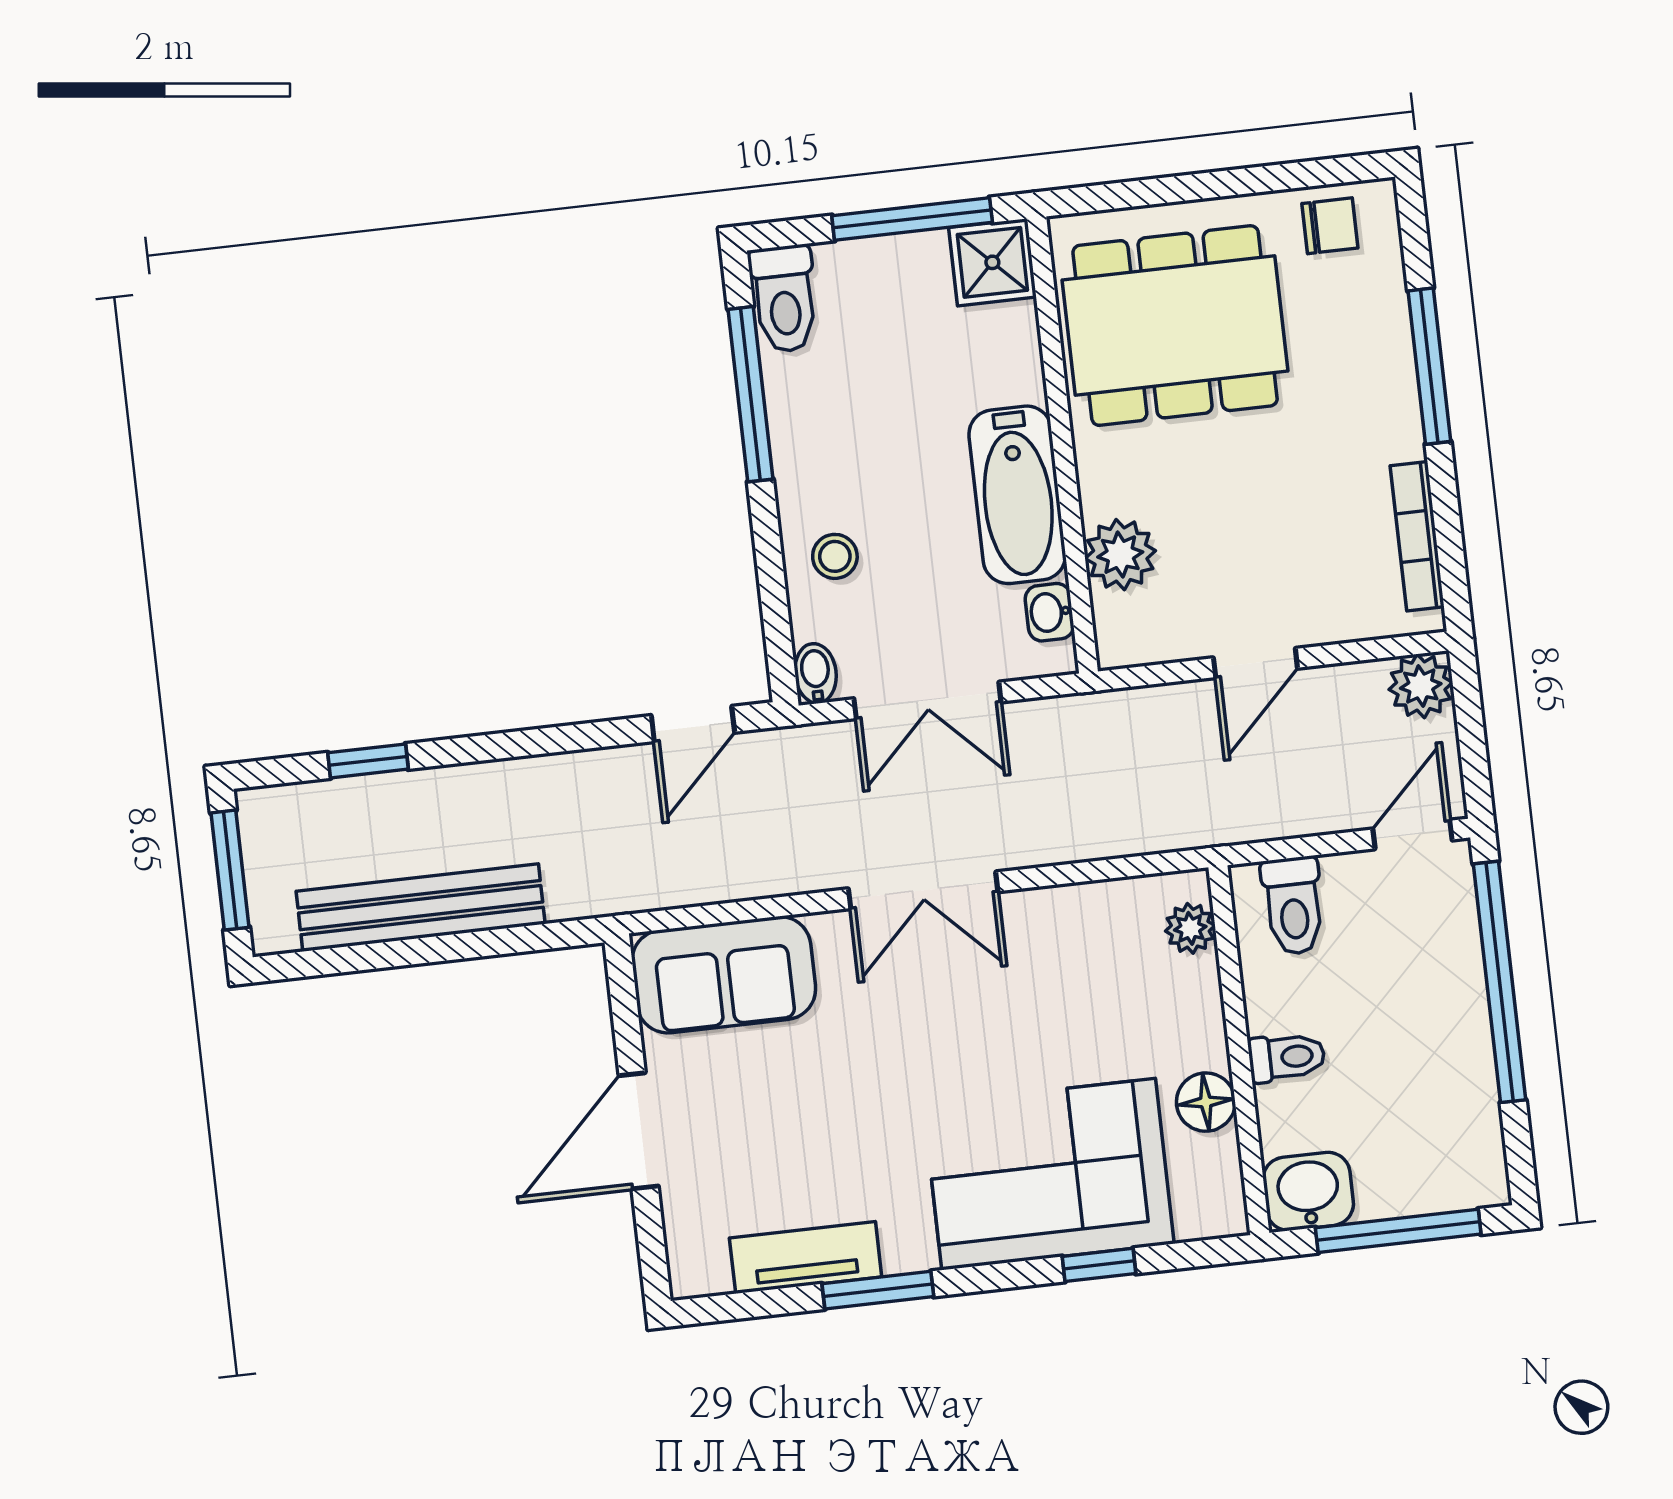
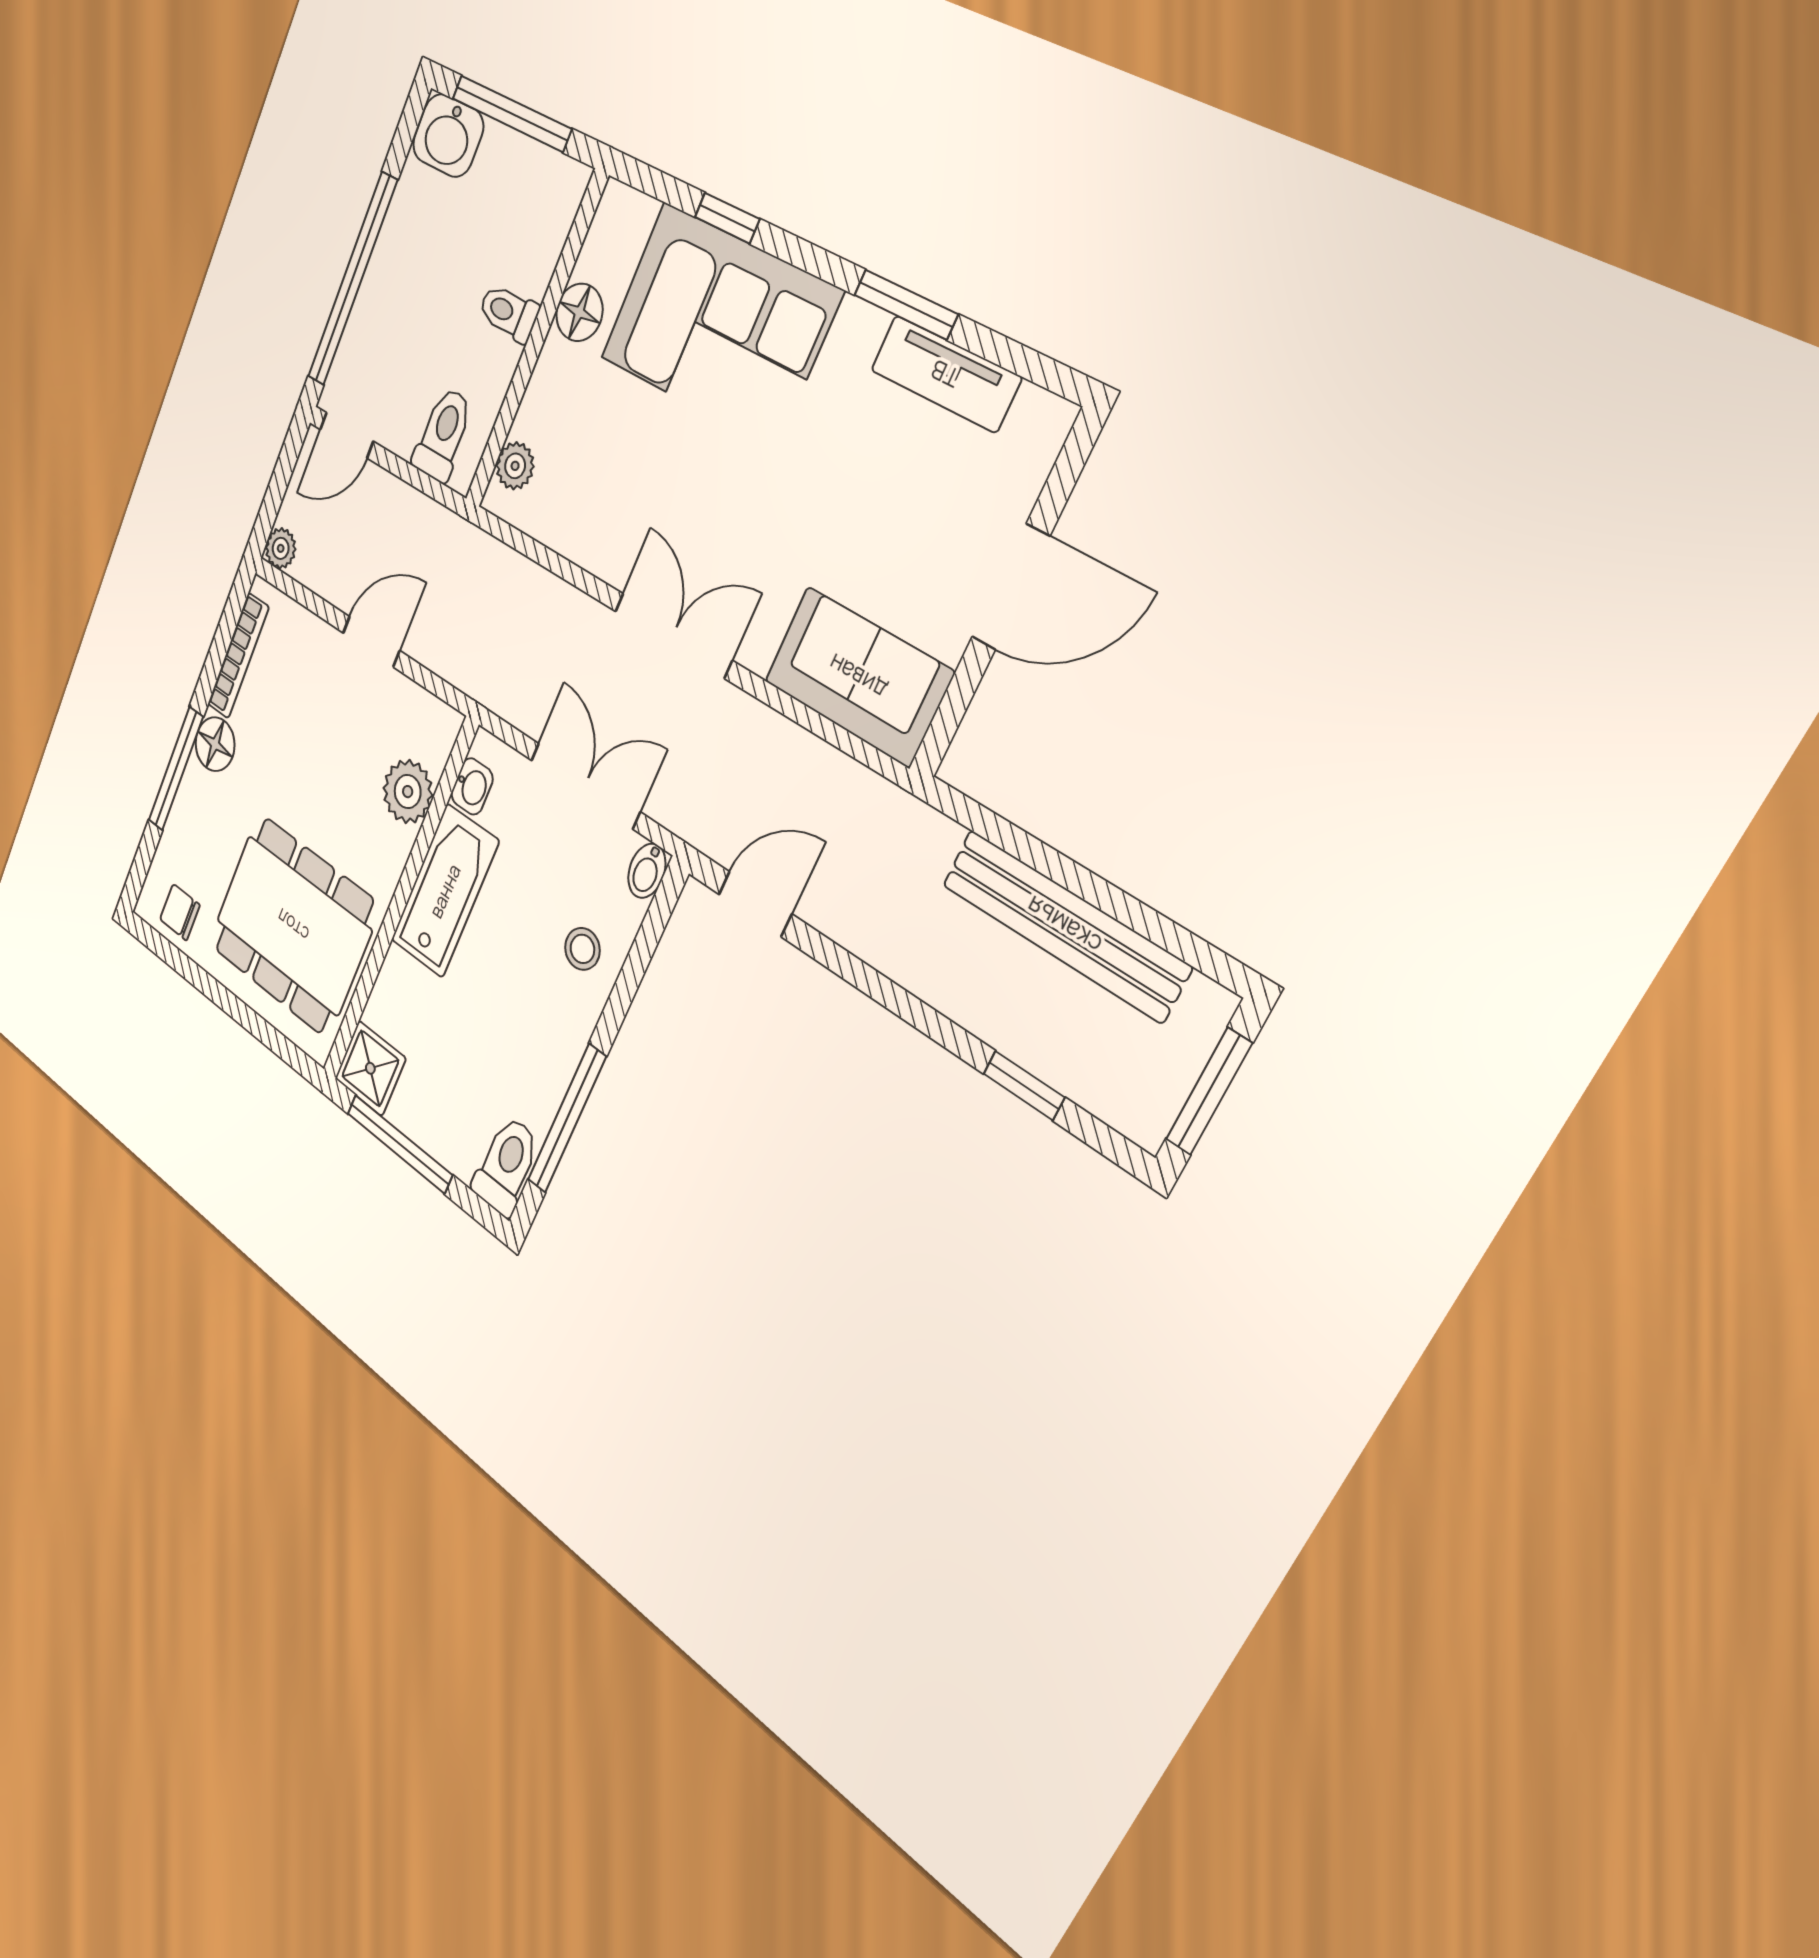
floor lamp: (1392, 428) -> (215, 744), added
plant: (1421, 686) -> (281, 548), width x0.73, depth x0.73
washbasin: (1308, 1191) -> (448, 136), moved

